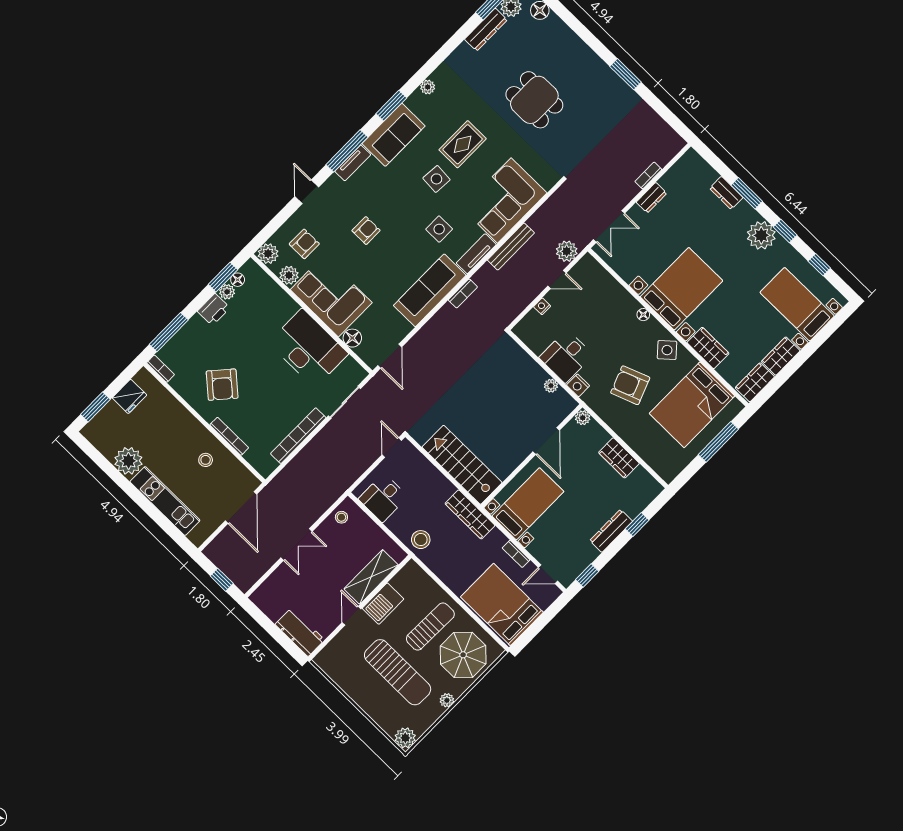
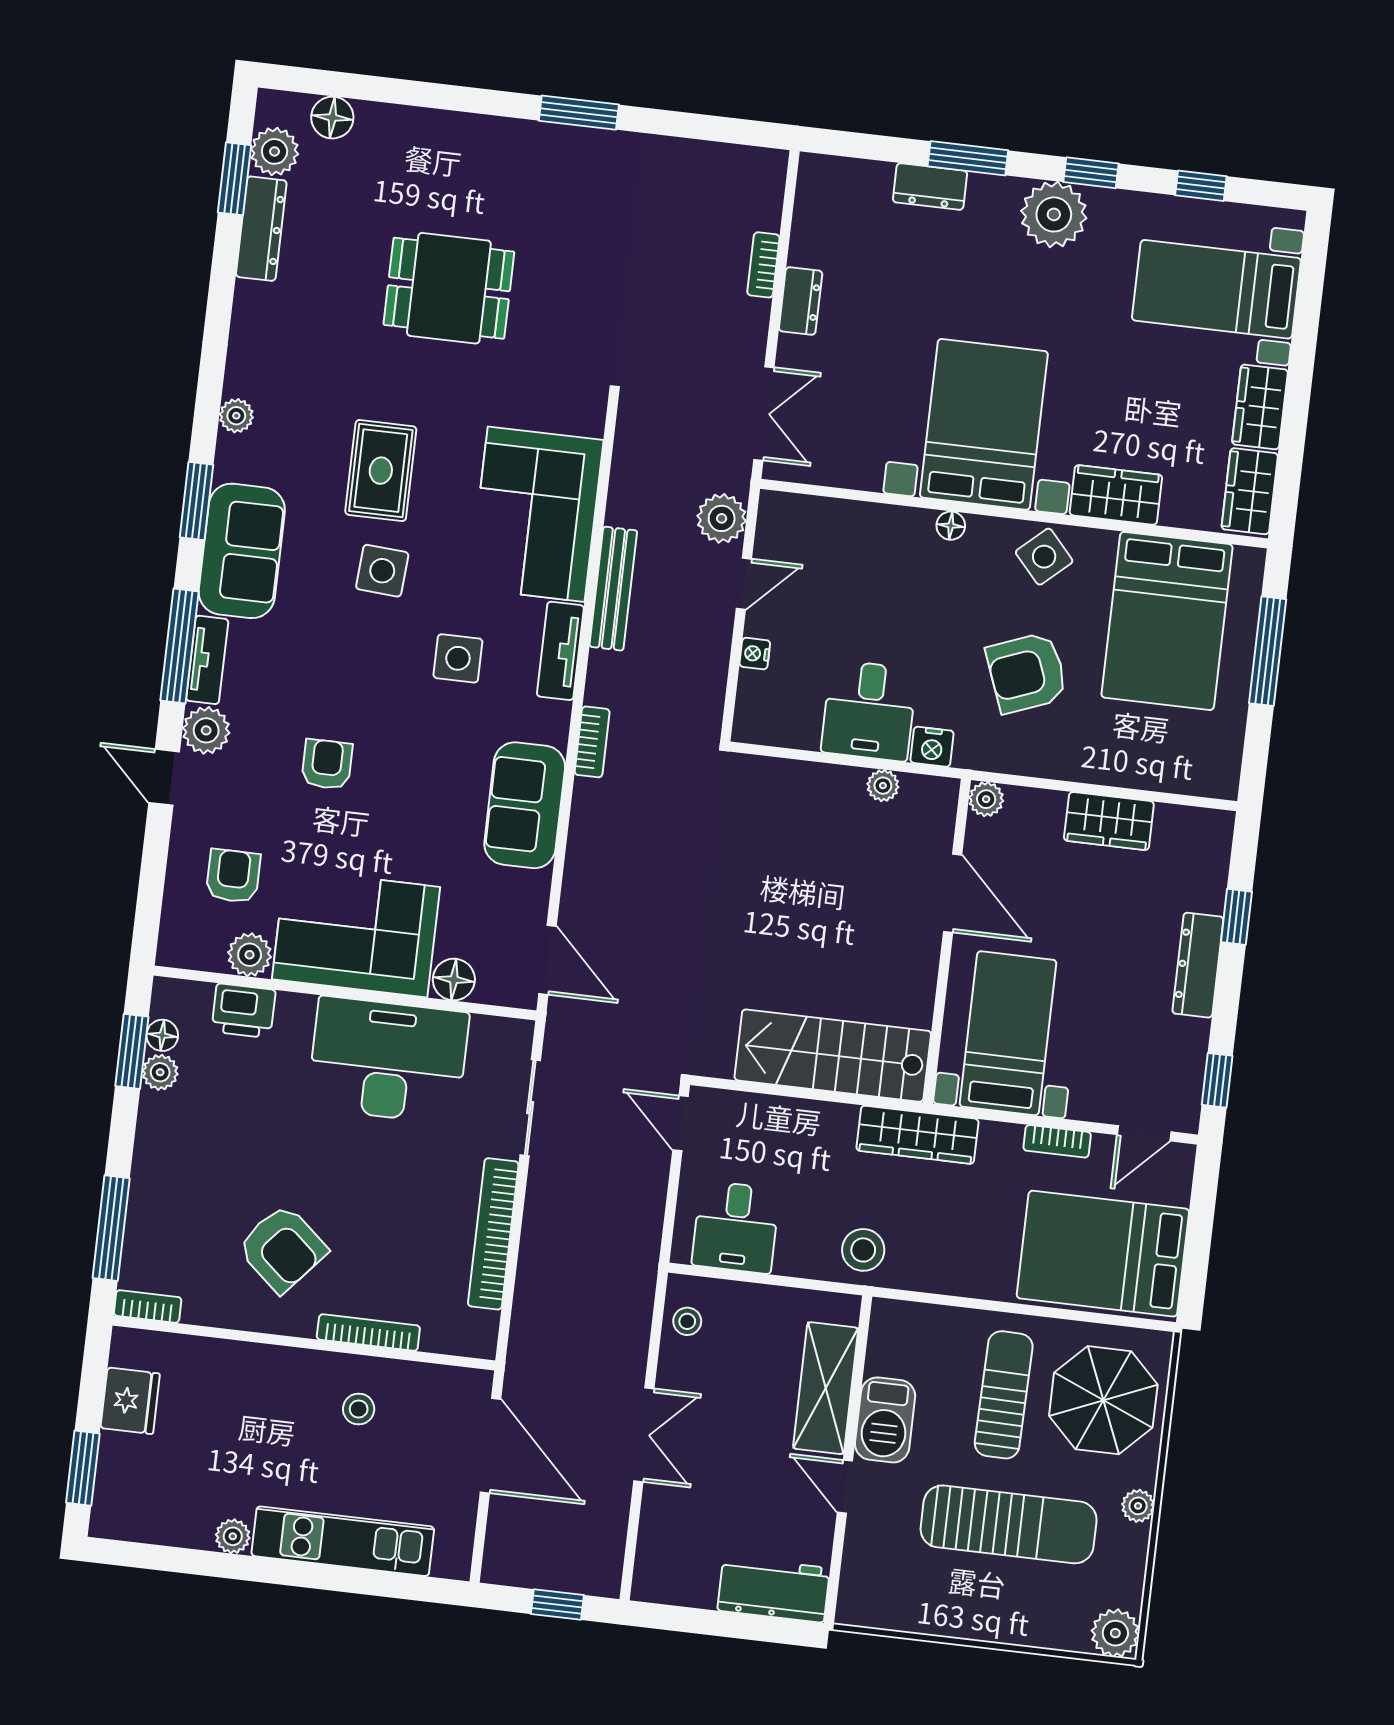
plant: (268, 254) -> (206, 730), moved
sofa: (430, 290) -> (525, 805), width x0.73
printer: (214, 310) -> (244, 1011), moved, turned 90
plant: (128, 461) -> (233, 1536), width x0.53, depth x0.53

